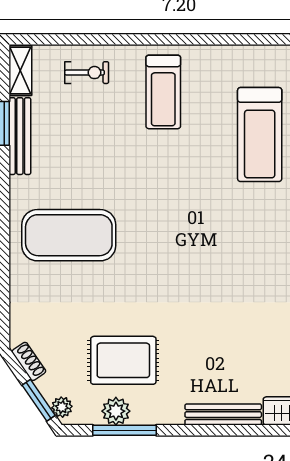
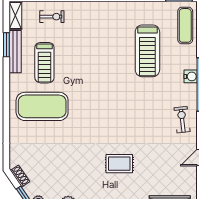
treadmill: (163, 92) -> (44, 63), moved
rug: (123, 360) -> (119, 164), moved, width x0.73, depth x0.70

